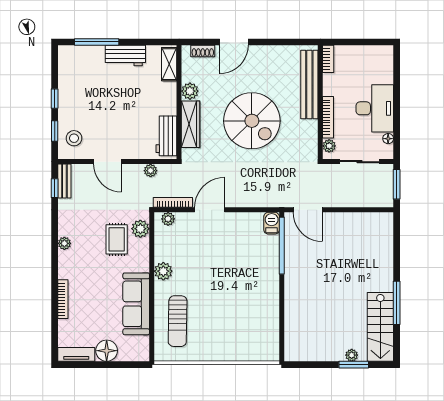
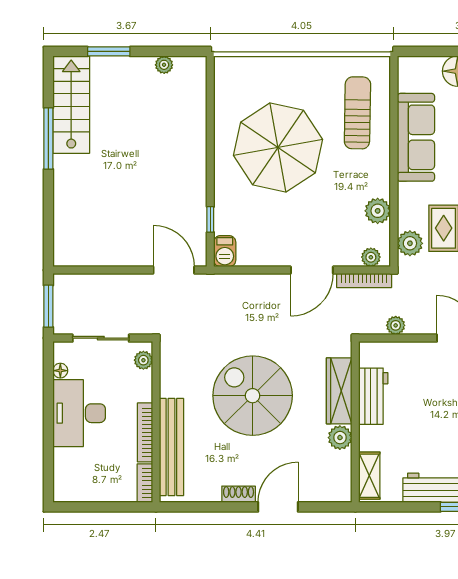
shoe rack: (203, 51) -> (239, 494), moved
bookcase: (328, 117) -> (145, 432), moved
workbench: (166, 136) -> (373, 396), moved
window: (282, 246) -> (210, 219), width x0.32
plant: (163, 271) -> (378, 211), moved
parasol: (234, 297) -> (278, 147), added
plant: (352, 355) -> (164, 65), moved

